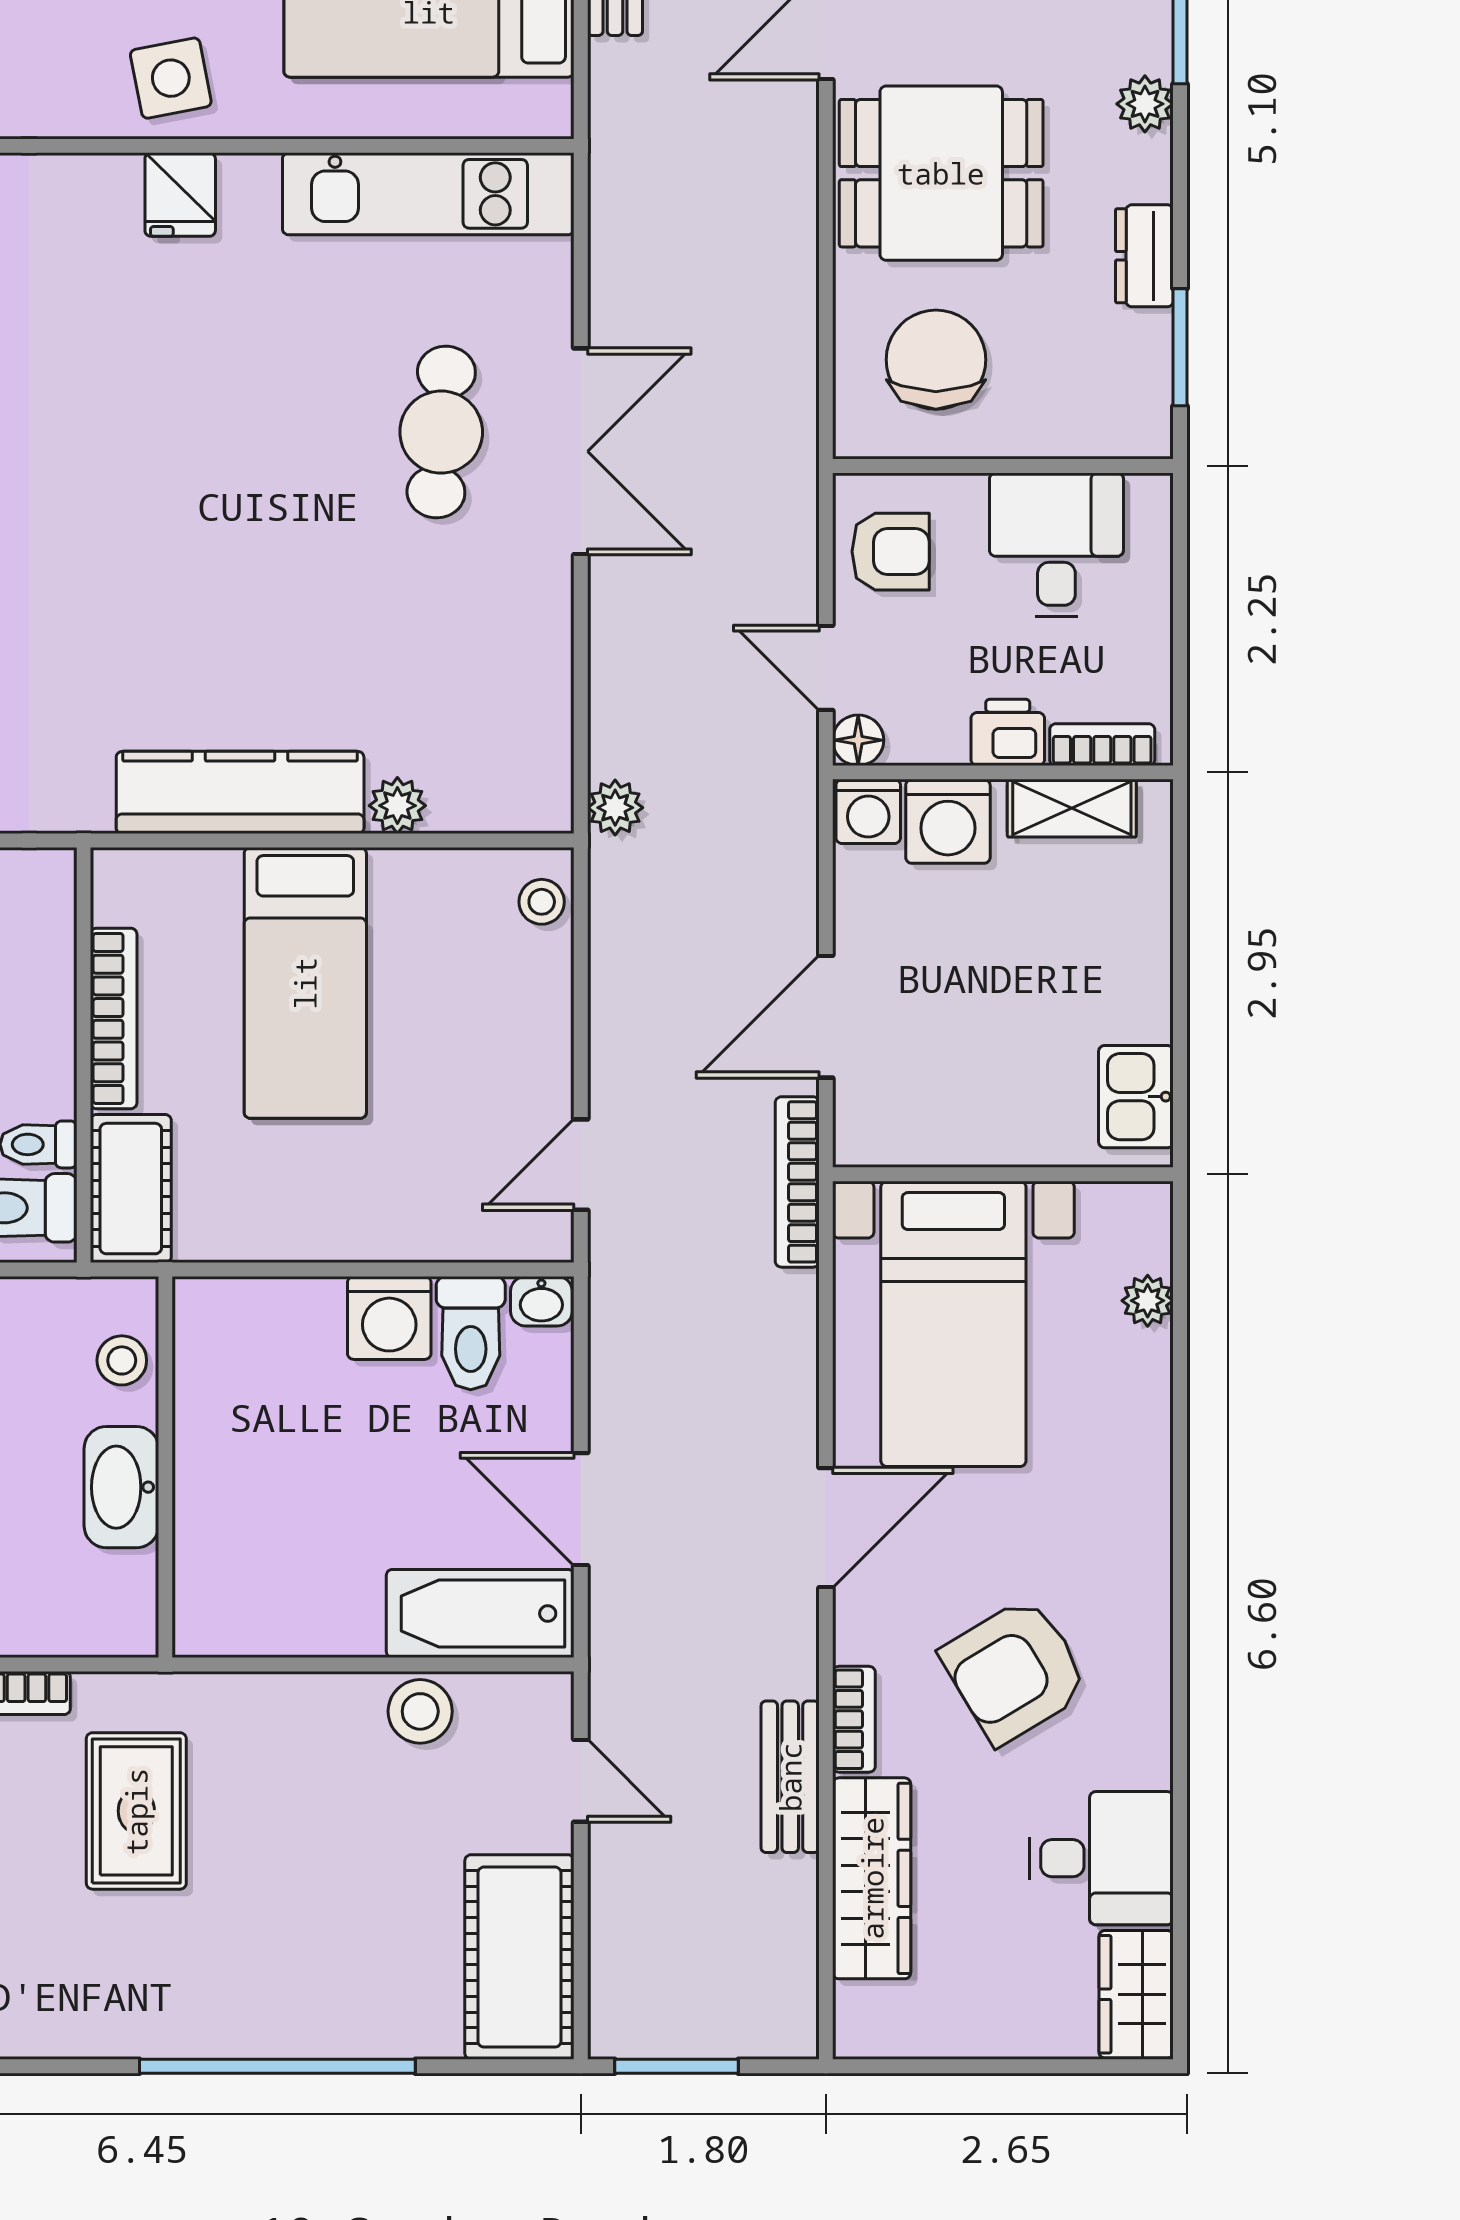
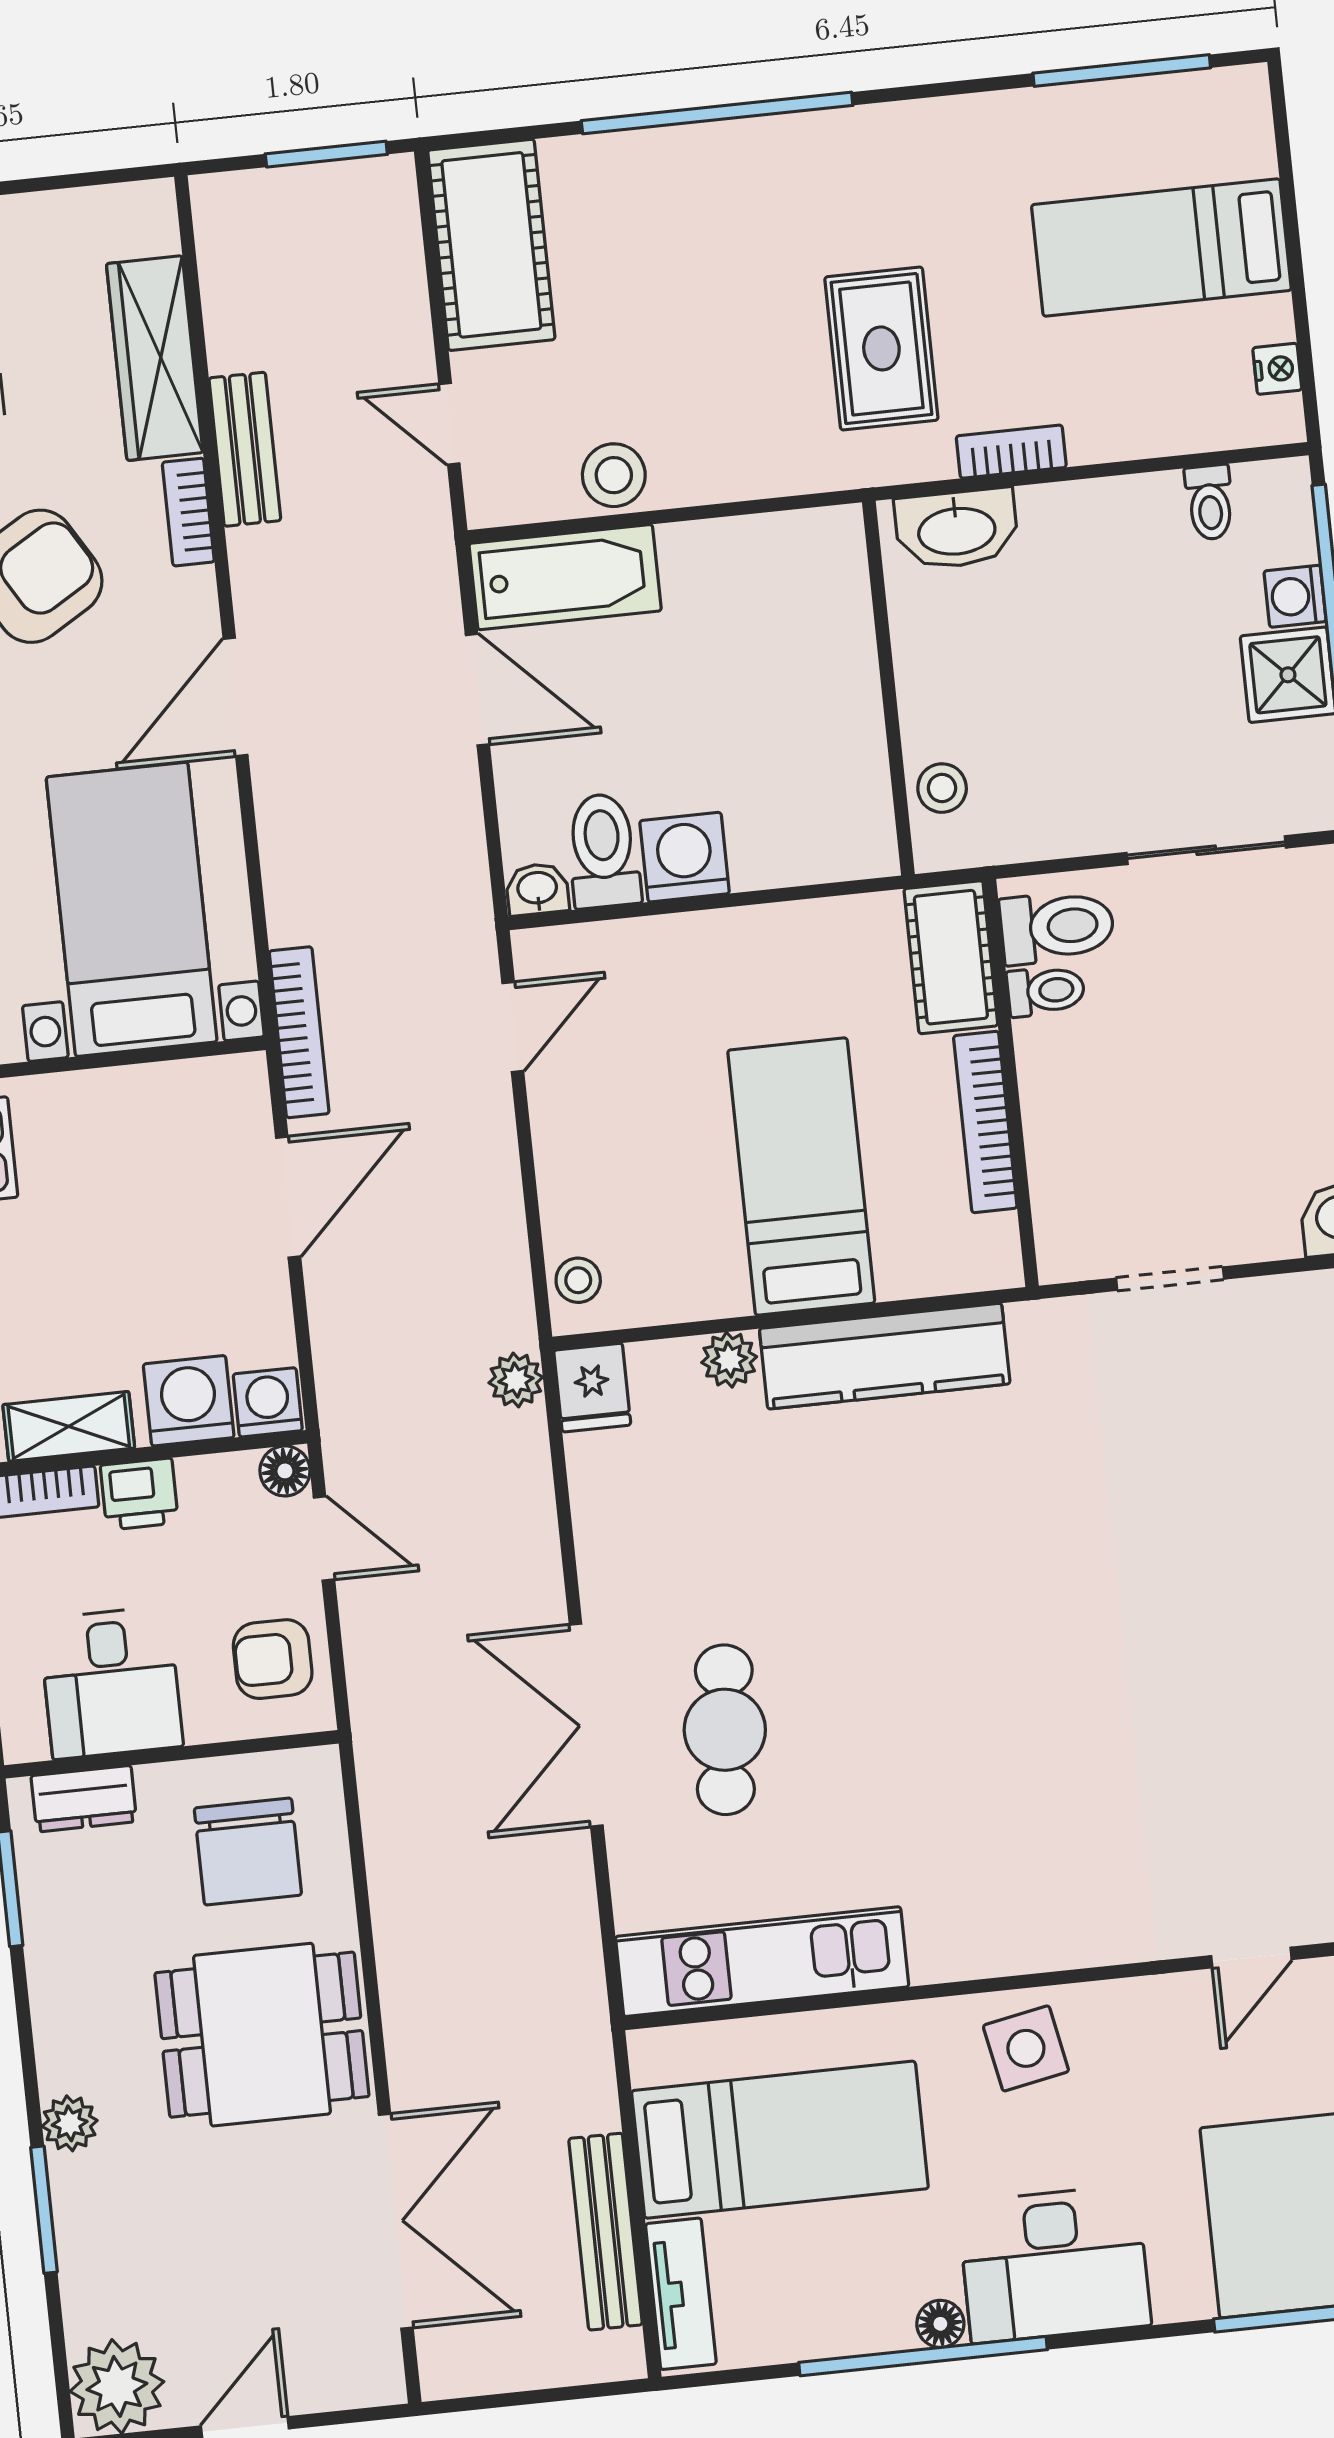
fridge: (180, 195) -> (592, 1388), moved, turned 180
dresser: (1144, 256) -> (84, 1799), moved, turned 90
washbasin: (121, 1487) -> (957, 529), moved, turned 90

